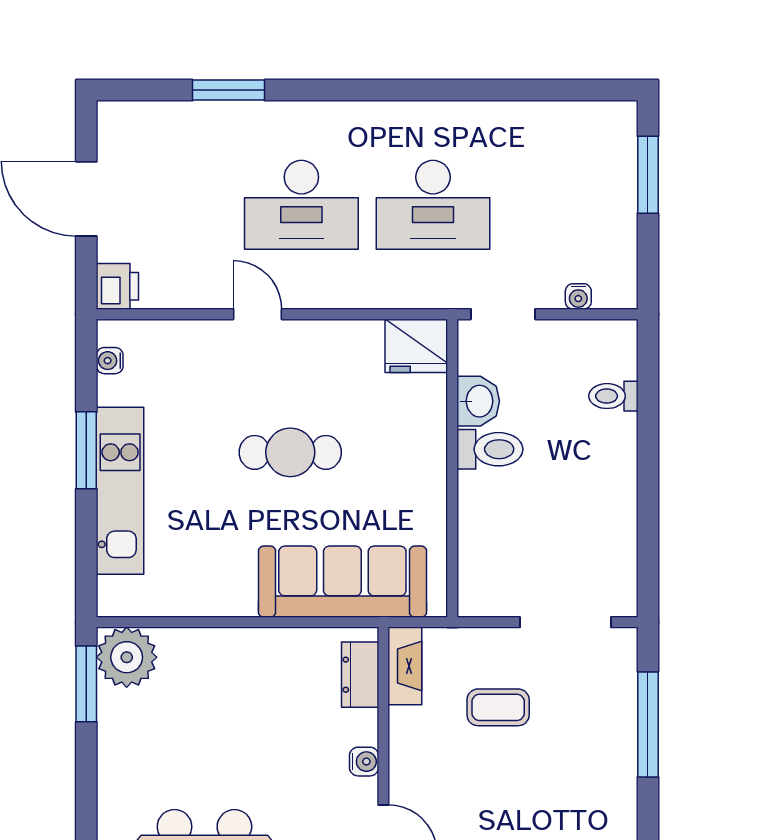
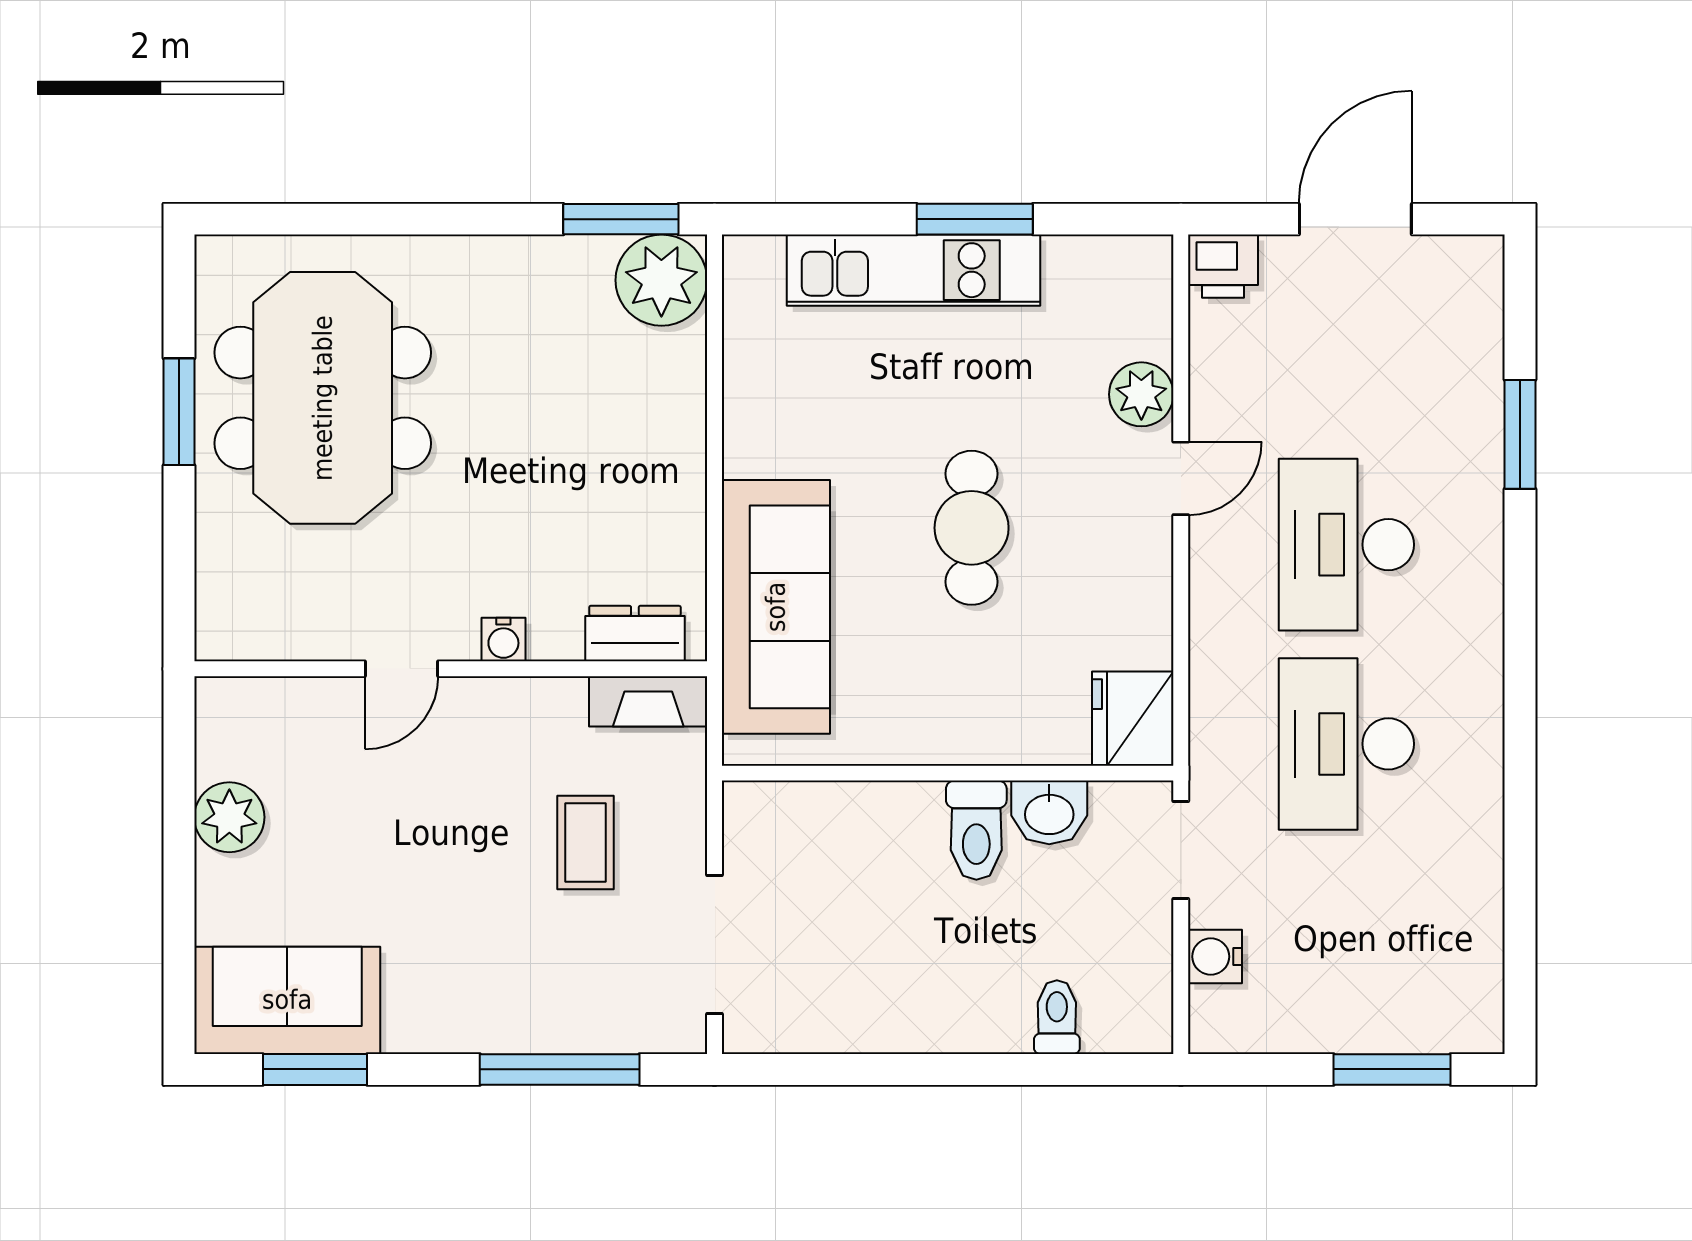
water cooler: (578, 296) -> (1215, 957), width x1.38, depth x1.38
plant: (202, 340) -> (1141, 394), added
water cooler: (110, 361) -> (1111, 254), removed

